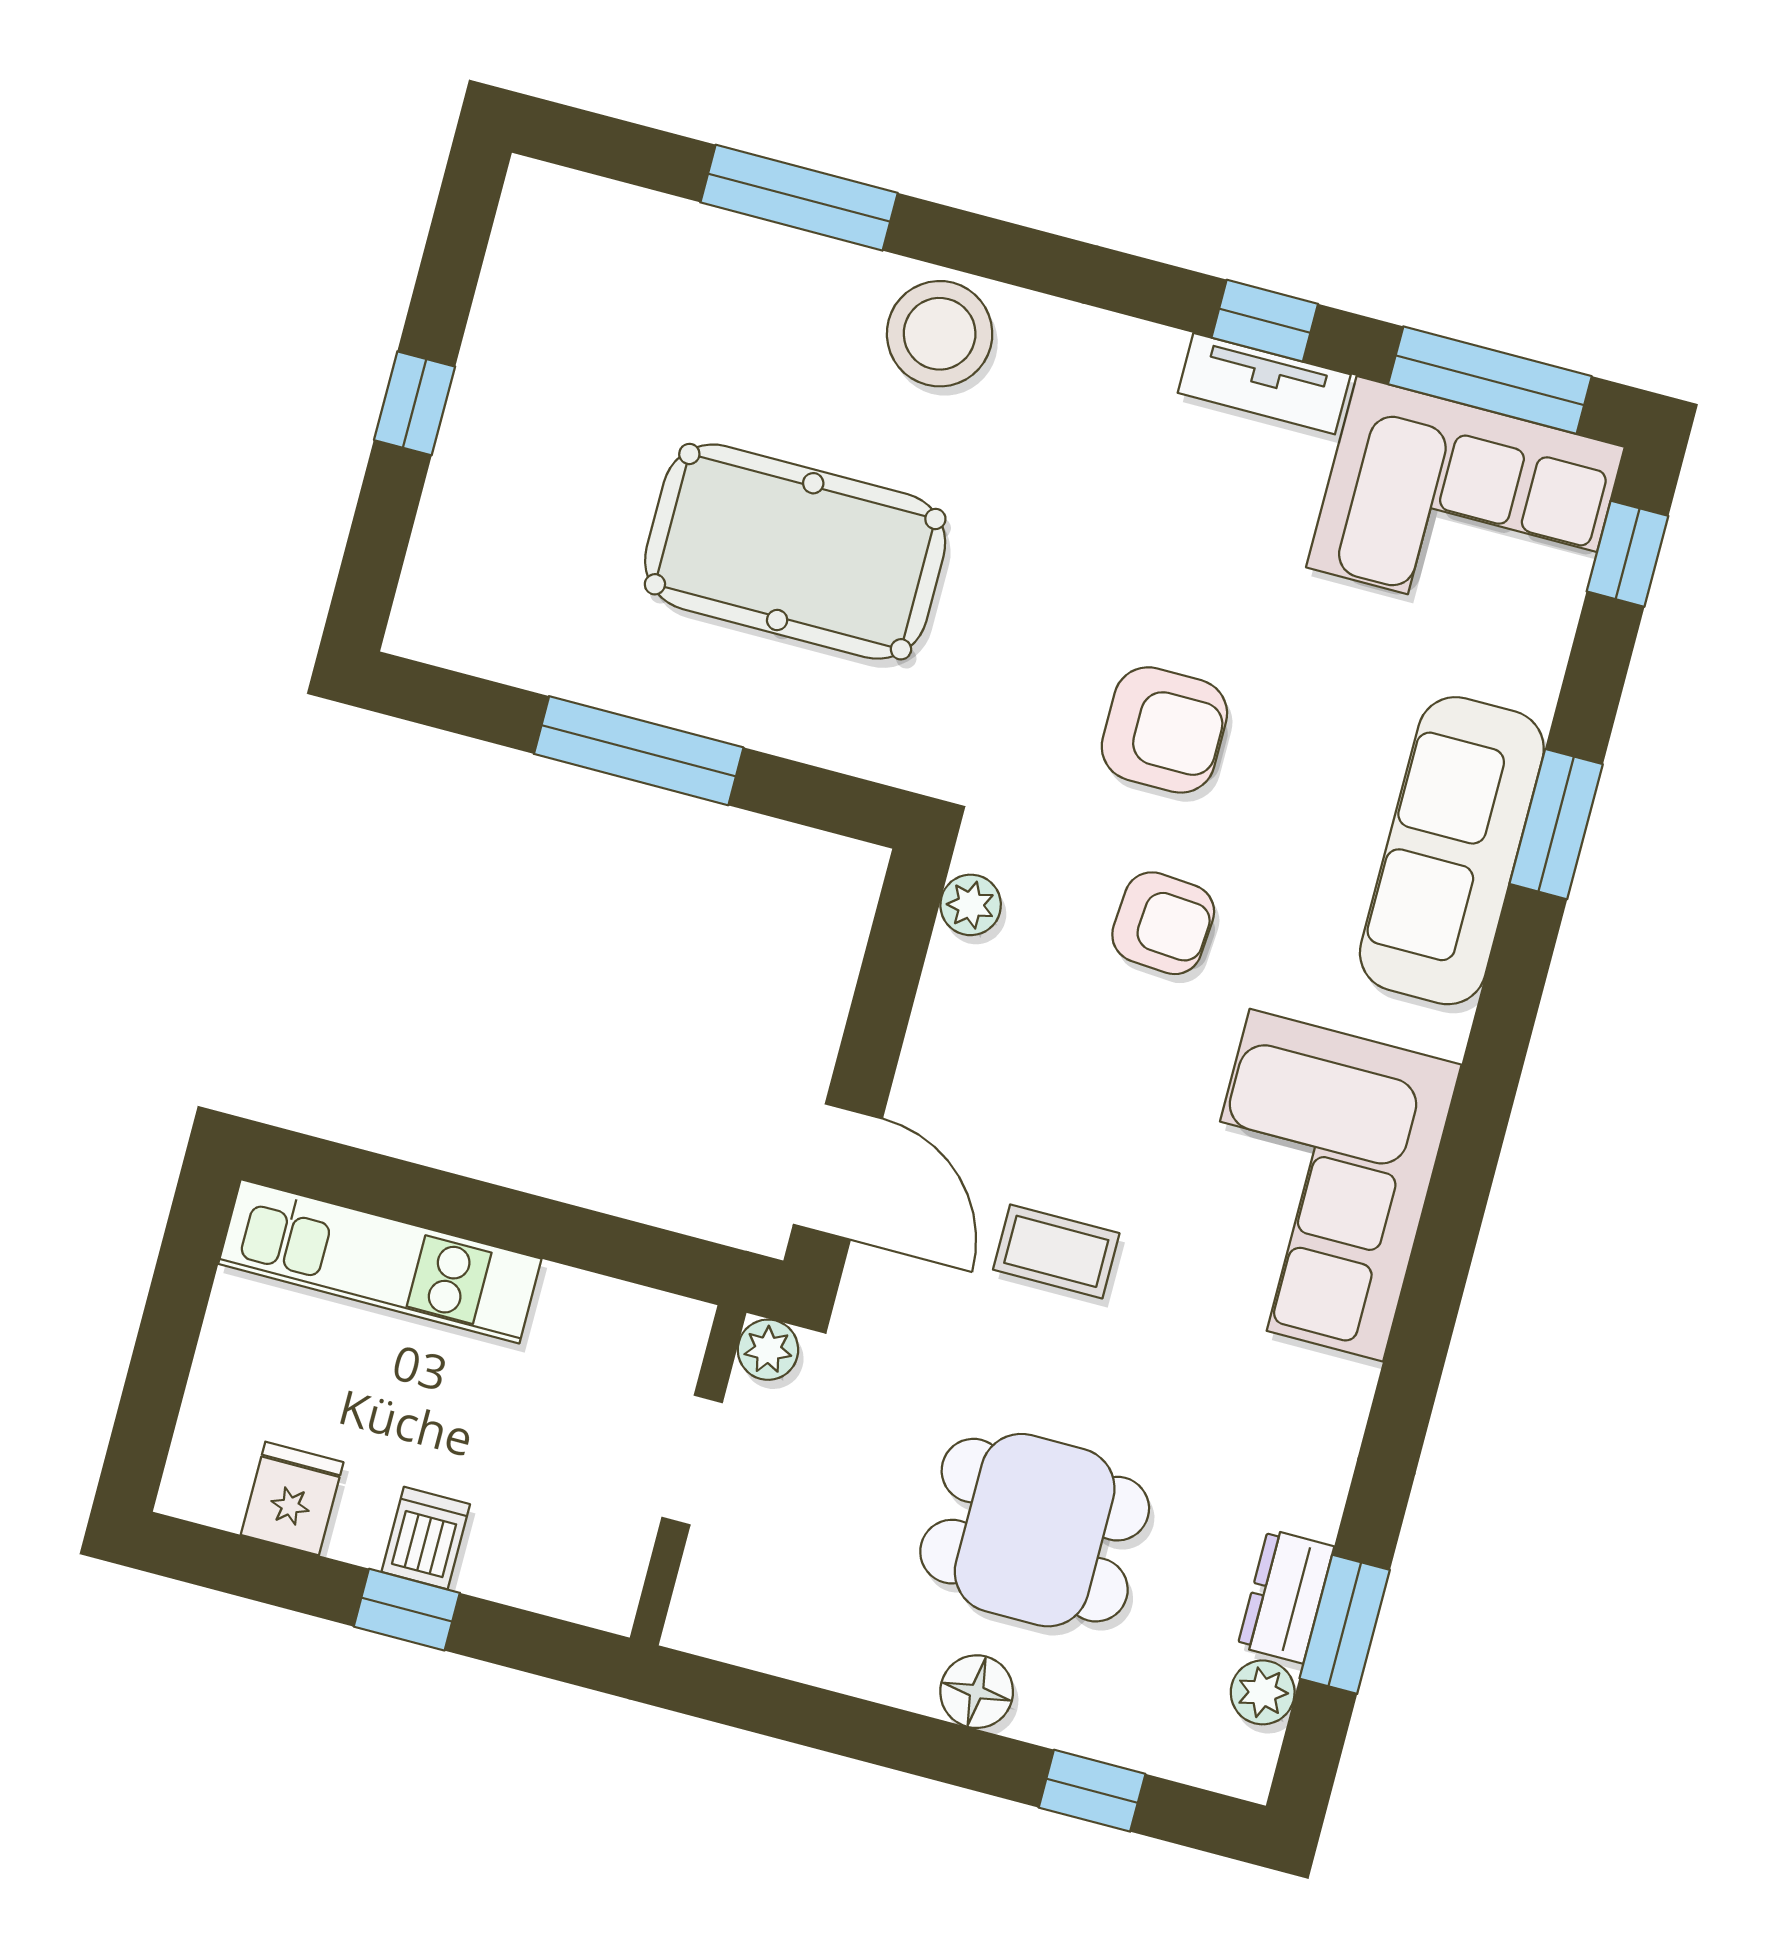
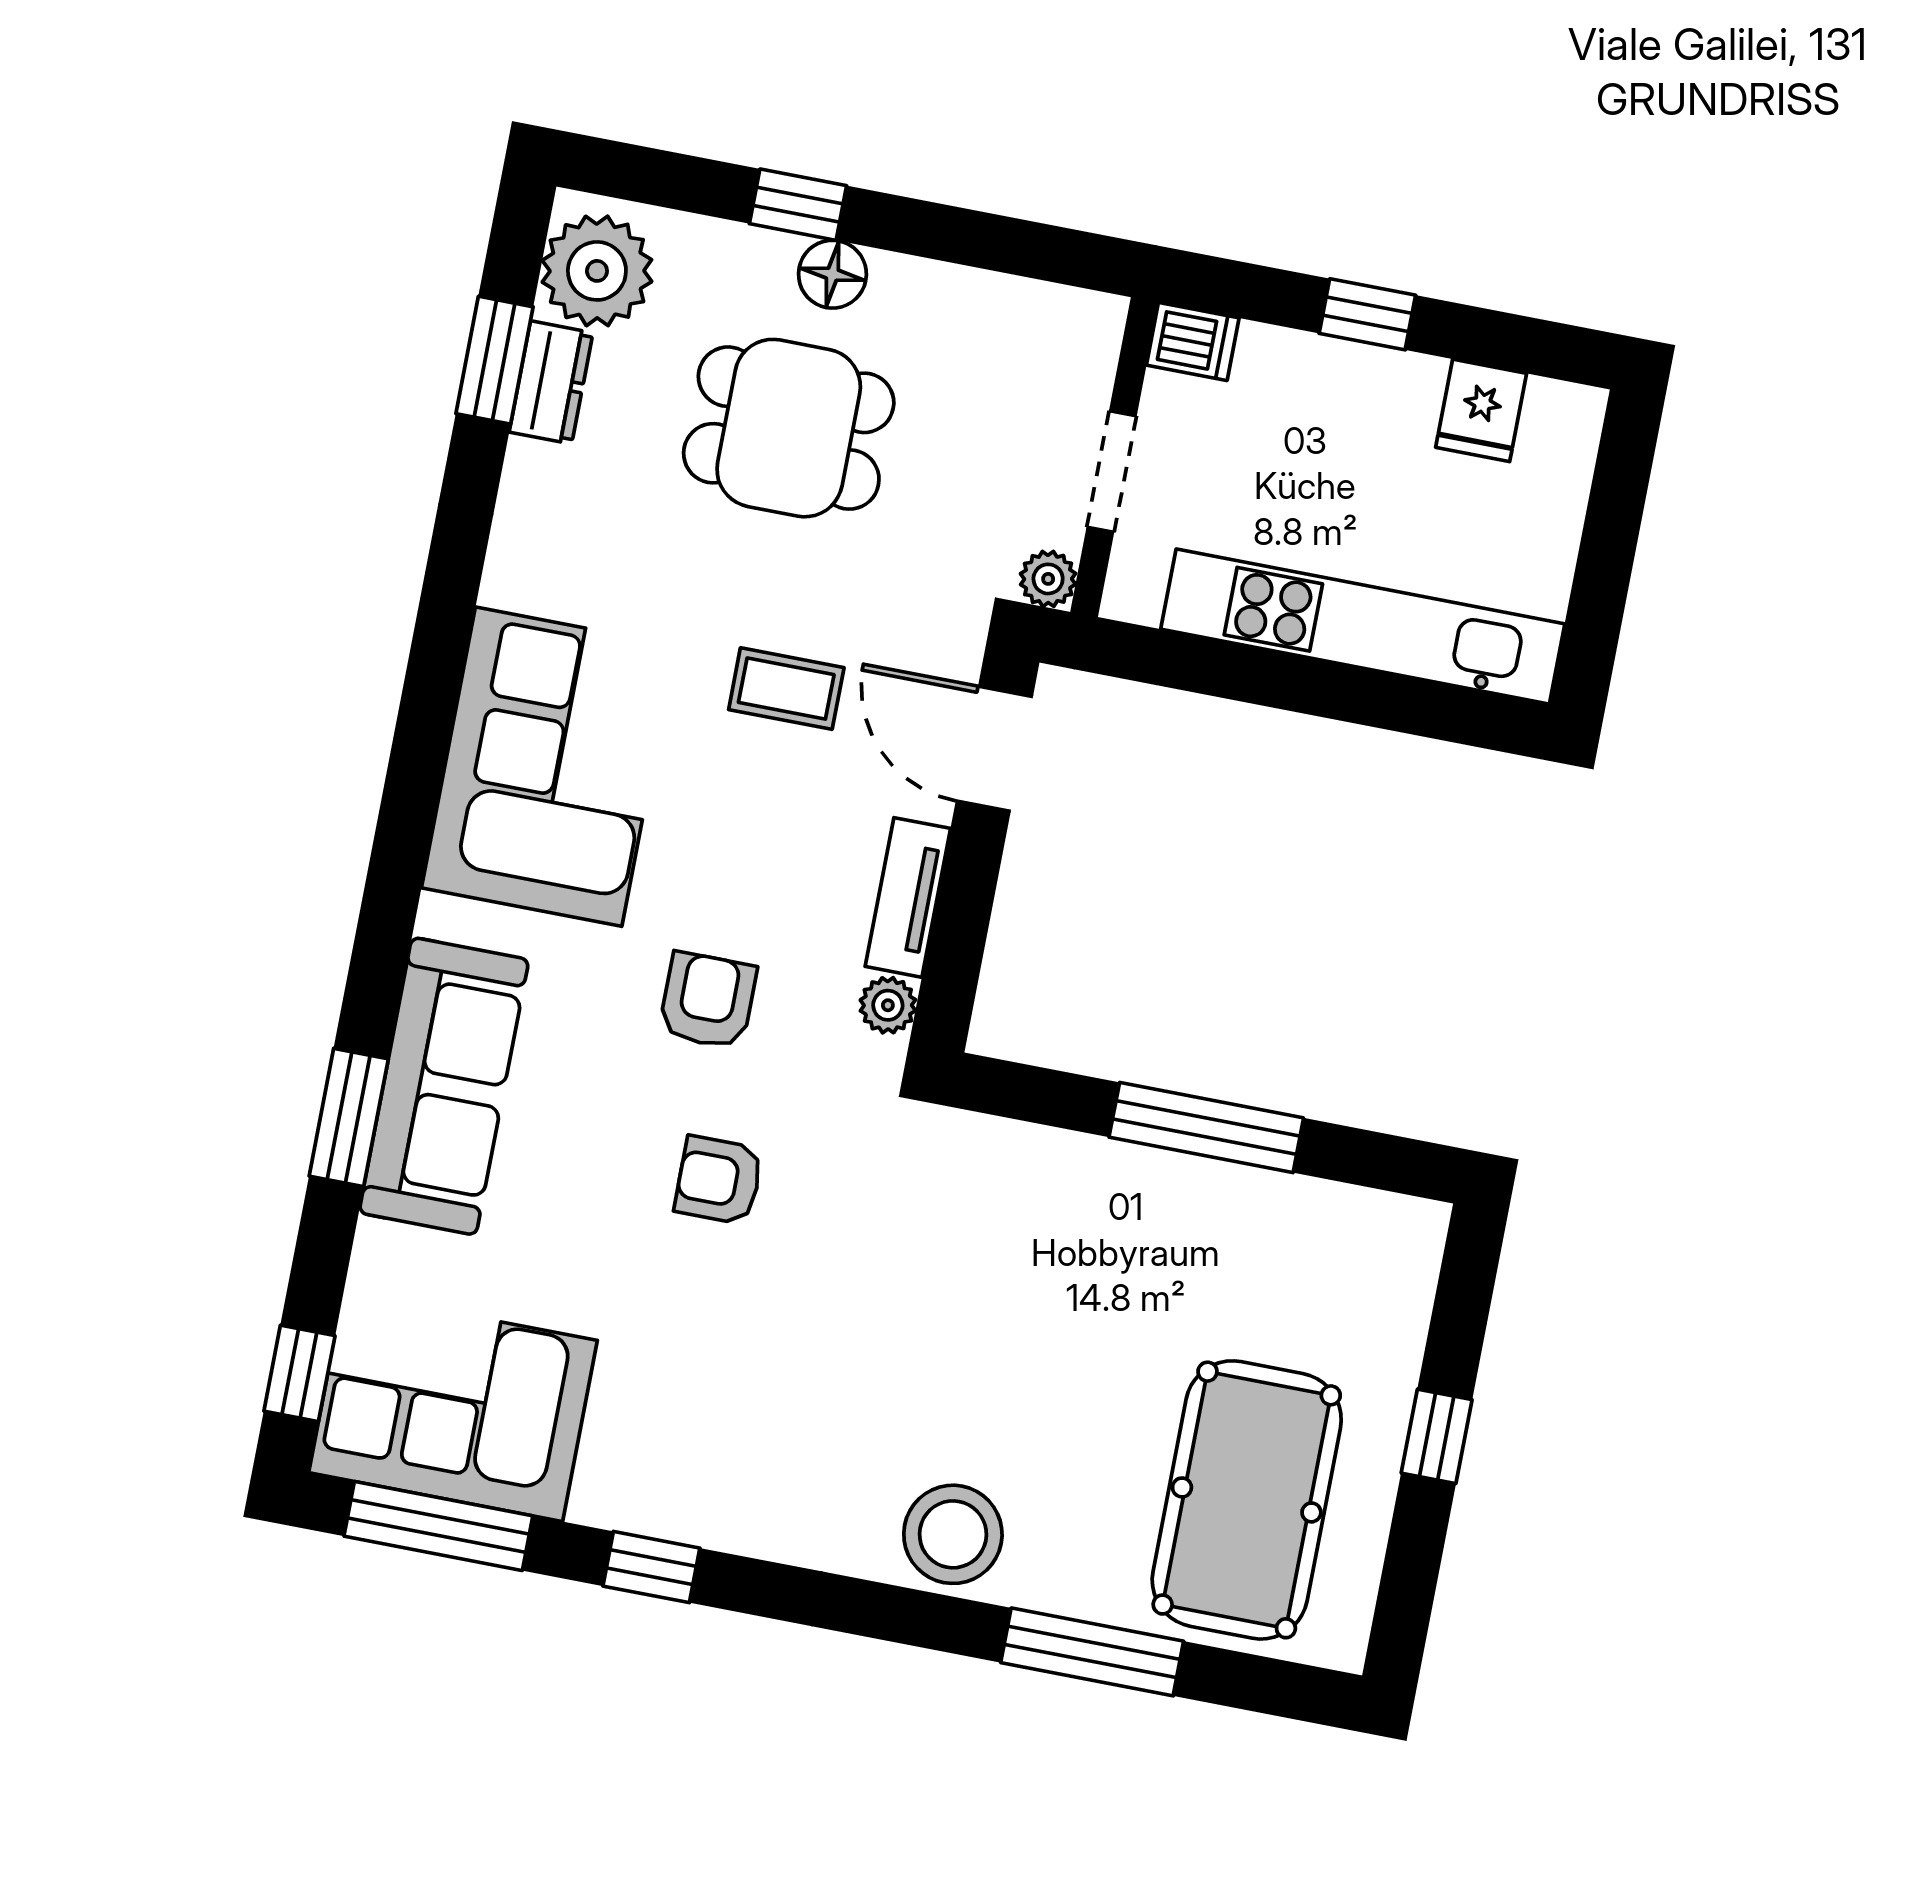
tv unit: (1264, 384) -> (908, 897), moved, turned -90
pool table: (795, 552) -> (1247, 1500), moved, turned 90
armchair: (1164, 730) -> (719, 1180), width x0.72, depth x0.72
armchair: (1163, 923) -> (708, 1000), turned 86
kitchen unit: (380, 1261) -> (1363, 626), width x1.36
dishwasher: (426, 1538) -> (1193, 342), moved, turned -90
plant: (1263, 1692) -> (597, 271), width x1.88, depth x1.88
window: (1092, 1791) -> (798, 205), moved

